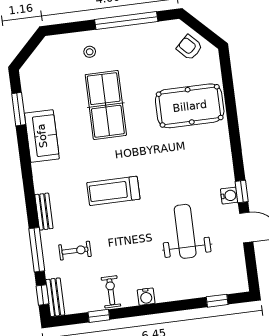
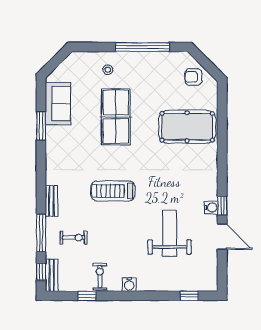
armchair: (189, 47) -> (193, 77), turned -46
window: (19, 109) -> (41, 126), moved
sofa: (42, 136) -> (58, 104), moved

